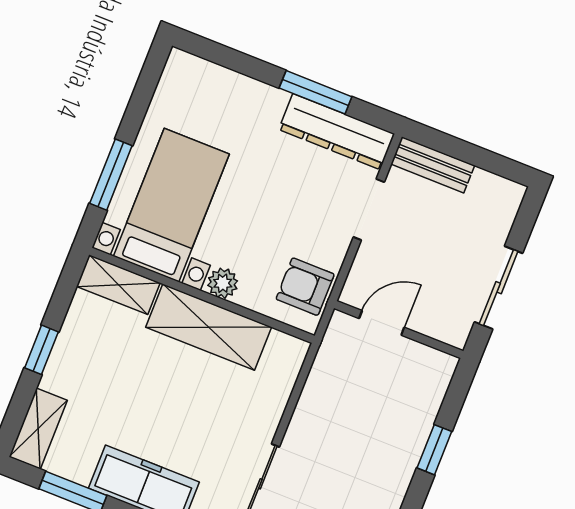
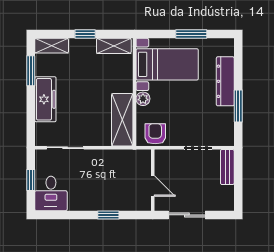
dresser: (337, 132) -> (225, 81), moved
window: (111, 175) -> (191, 34), moved
shelving: (118, 285) -> (114, 46), moved, turned 90
door: (382, 323) -> (153, 186), moved
shelving: (209, 327) -> (122, 120), moved

